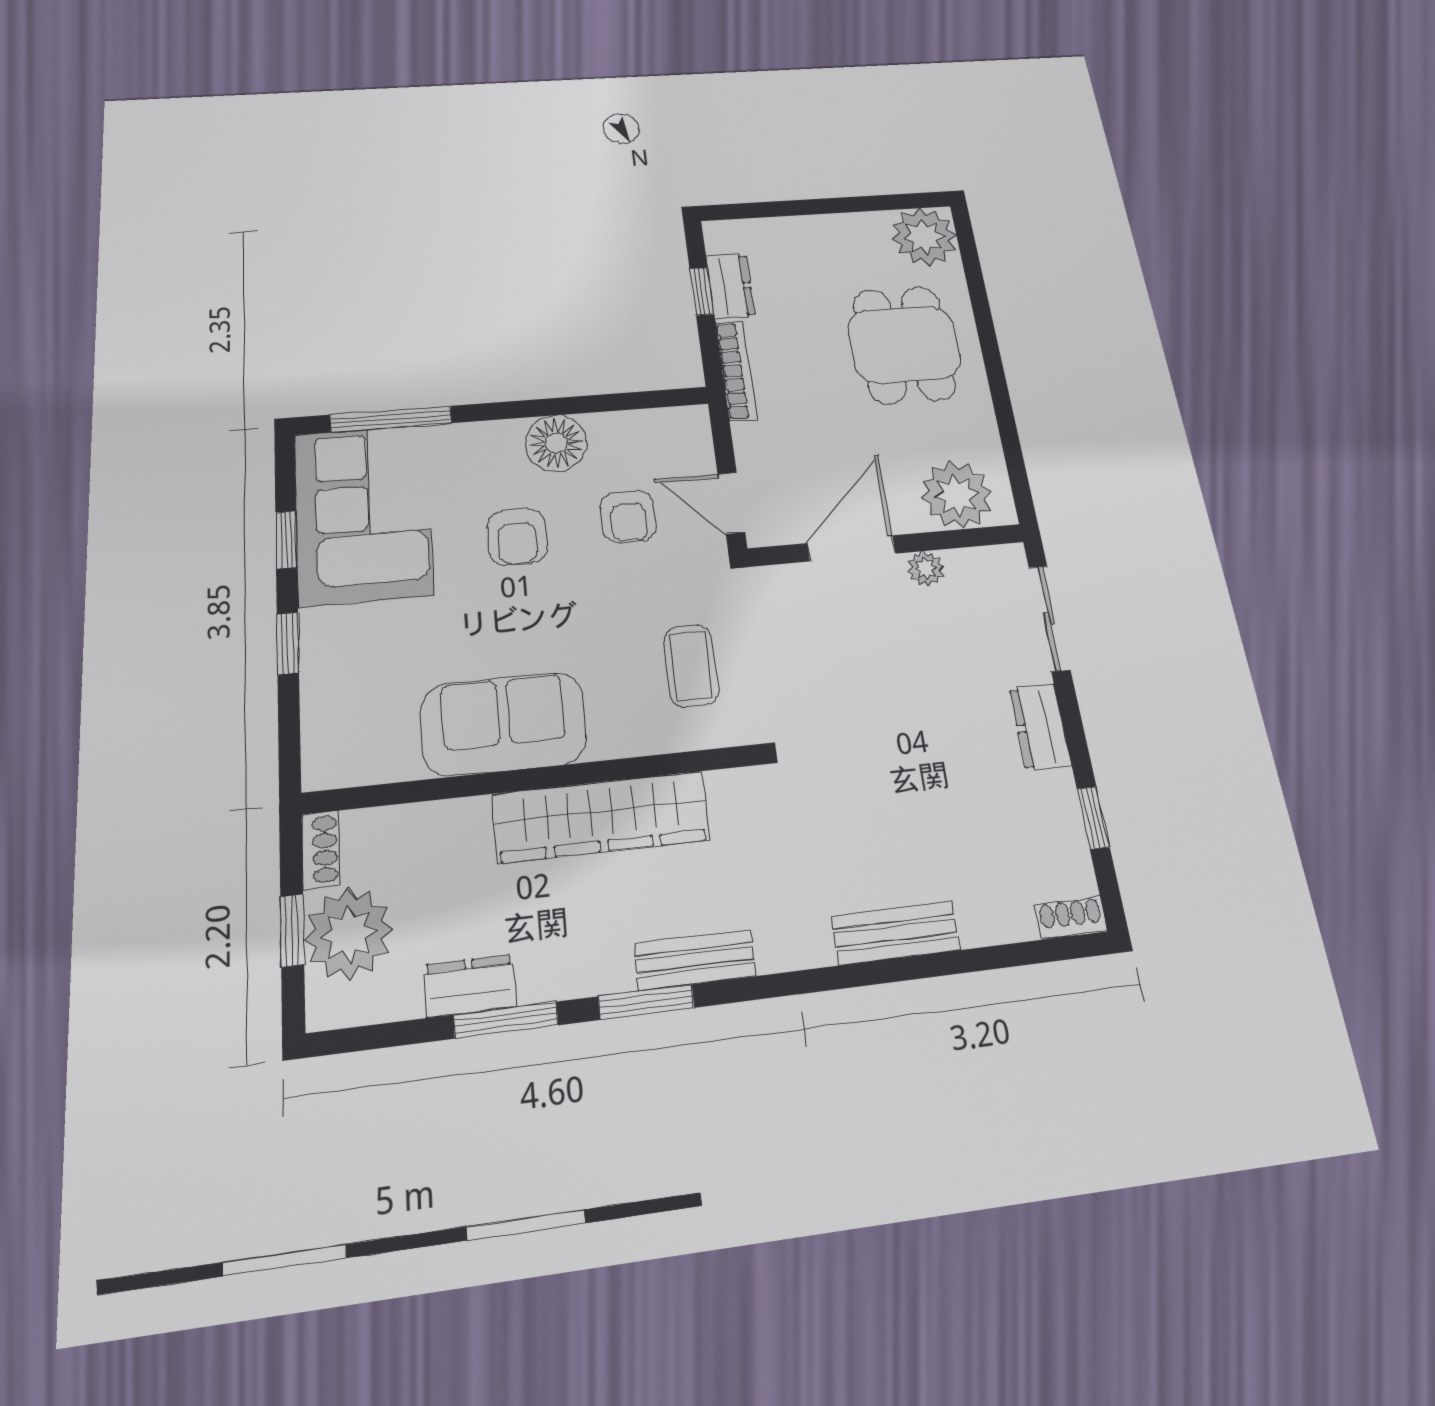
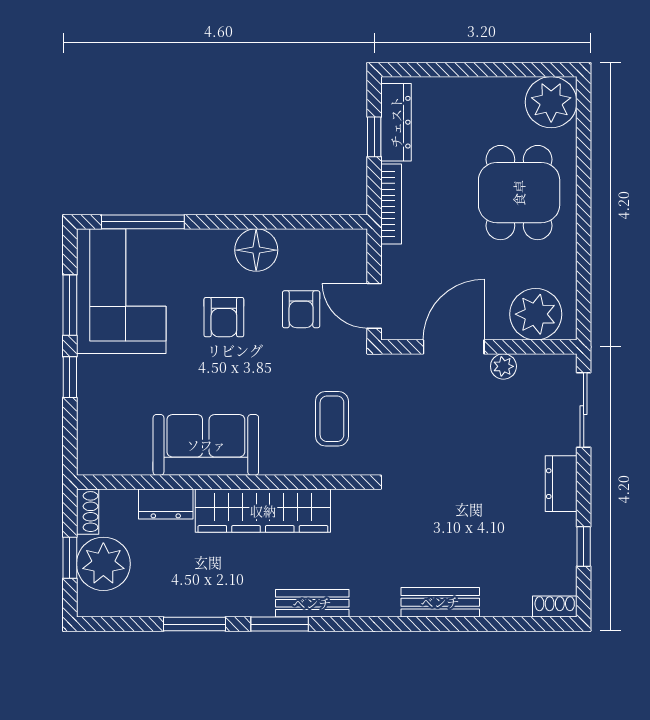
dresser: (730, 286) -> (396, 122), width x1.44
window: (286, 540) -> (70, 305), width x1.50
dresser: (470, 986) -> (166, 504), moved, turned 180

